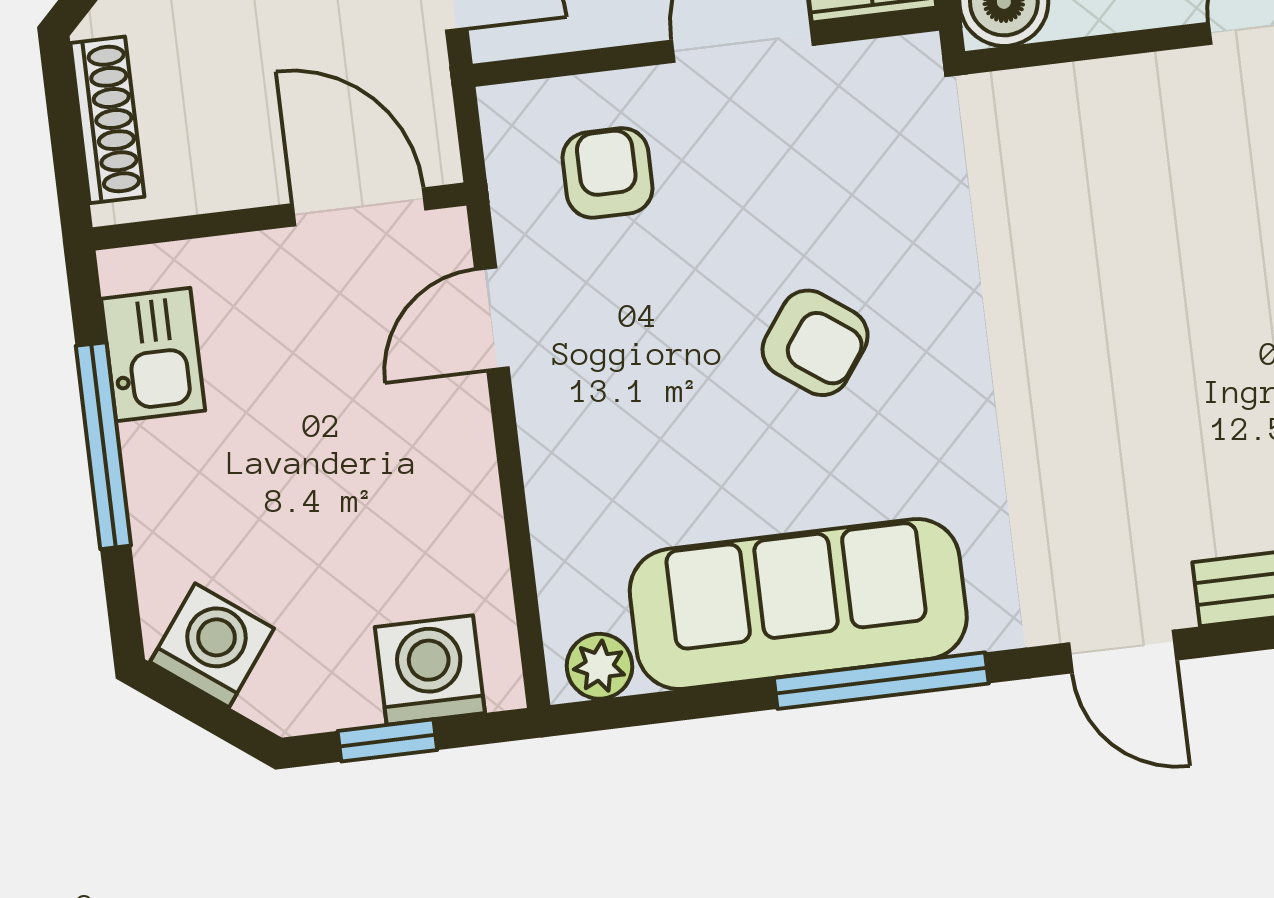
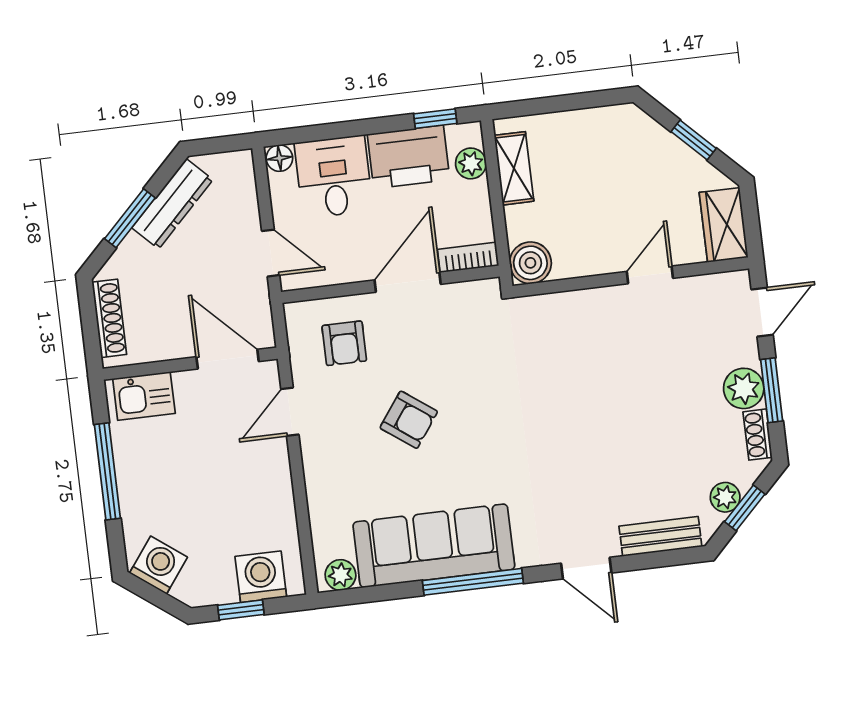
armchair: (608, 173) -> (344, 343), turned 180
armchair: (815, 343) -> (409, 420), moved
kitchen sink: (153, 355) -> (144, 396), moved, turned 90

